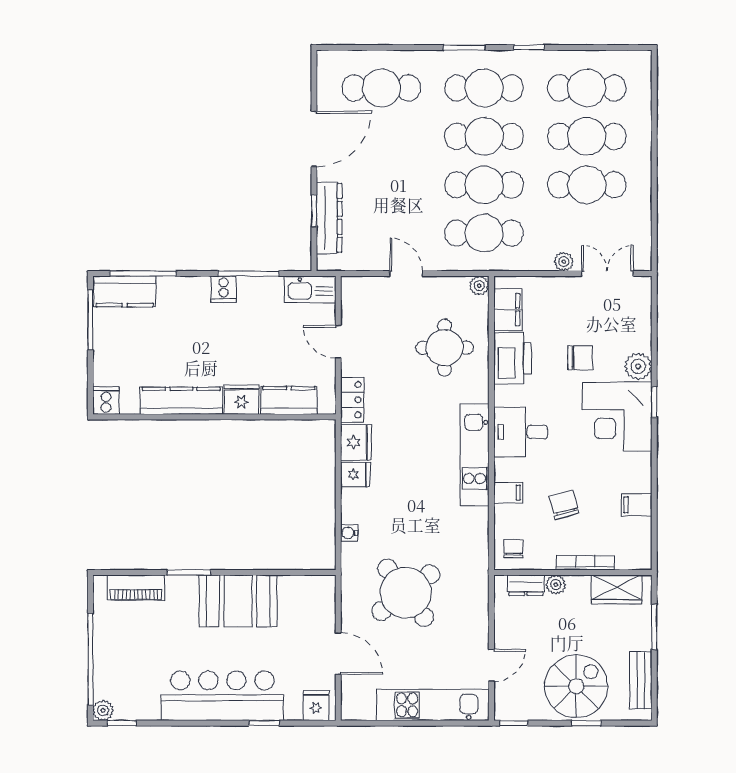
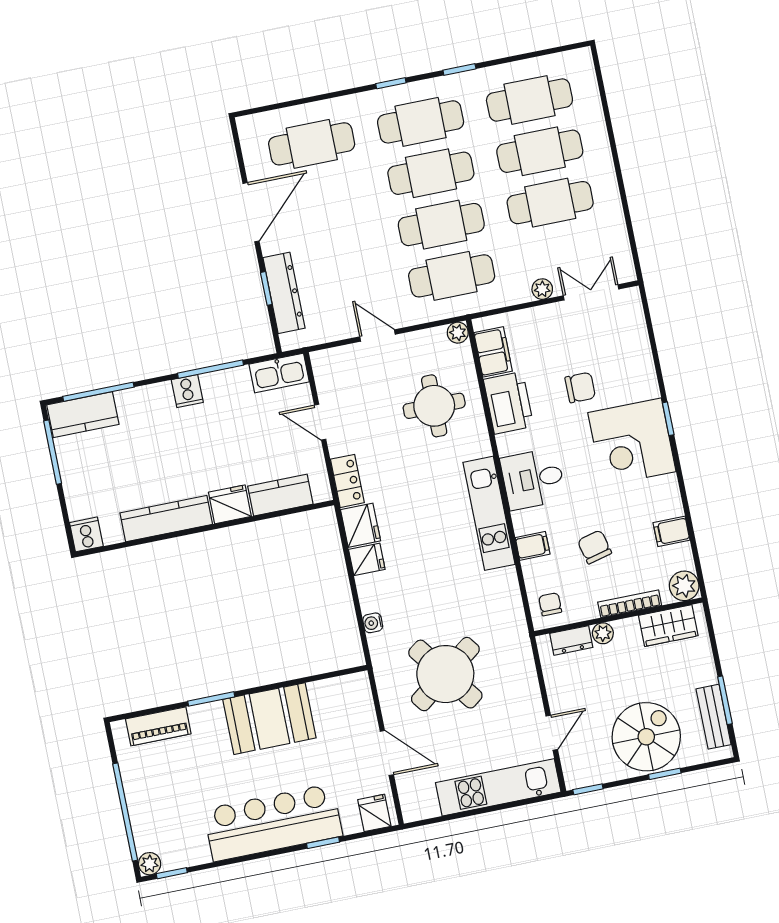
window: (464, 48) -> (391, 83), width x0.67
plant: (638, 366) -> (684, 586), moved
window: (654, 627) -> (725, 700), moved

